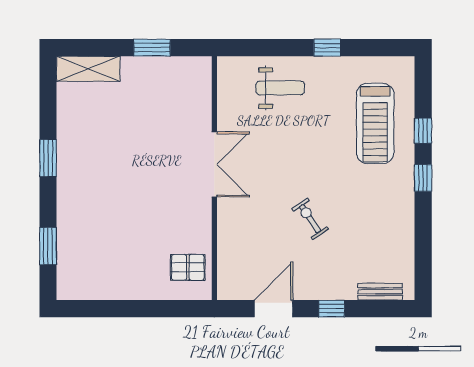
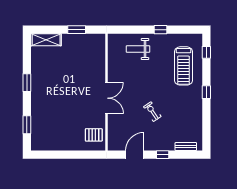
weight bench: (280, 88) -> (138, 49), turned 180
window: (423, 131) -> (206, 52), moved
double door: (214, 164) -> (107, 98), moved

